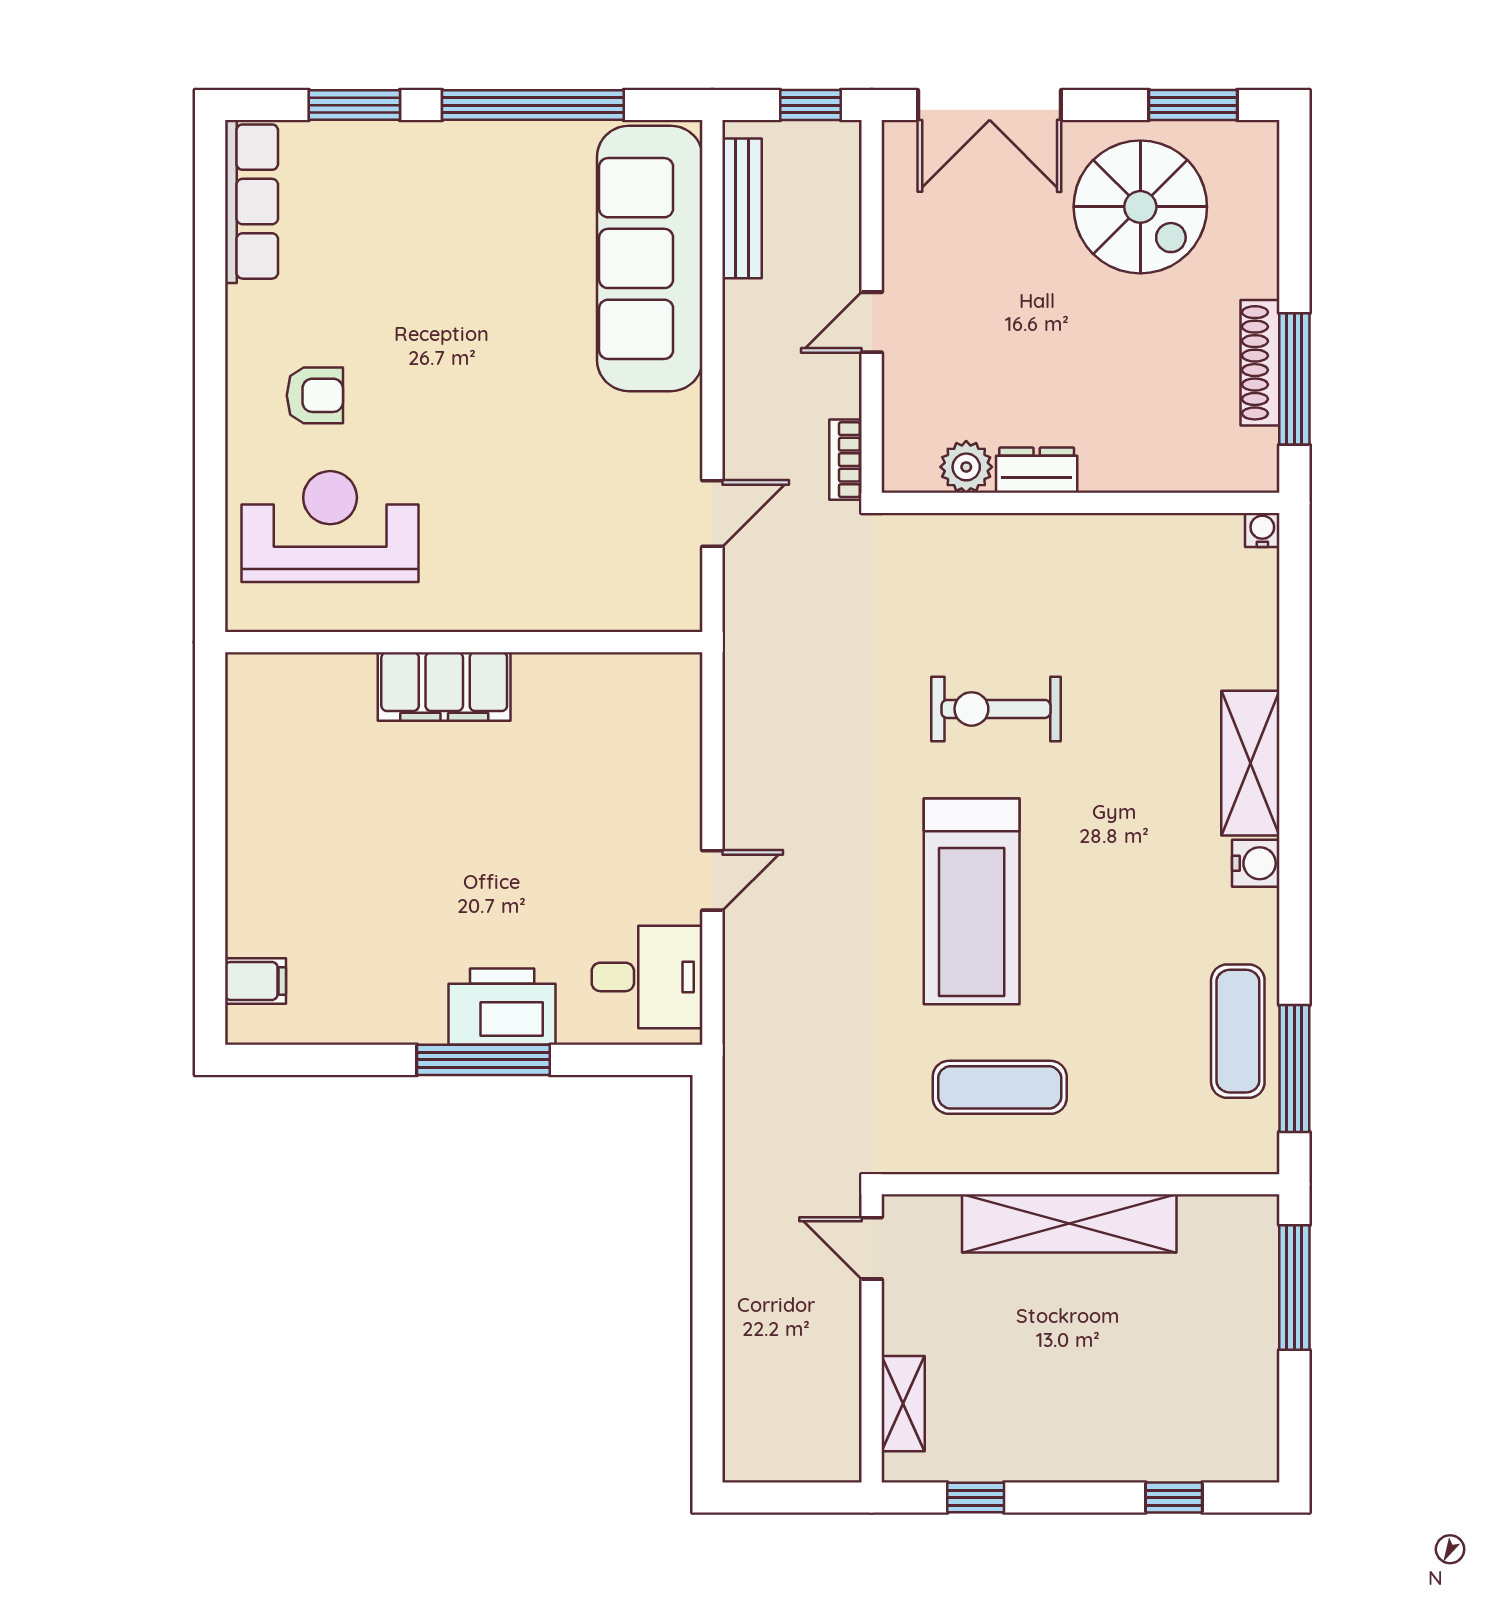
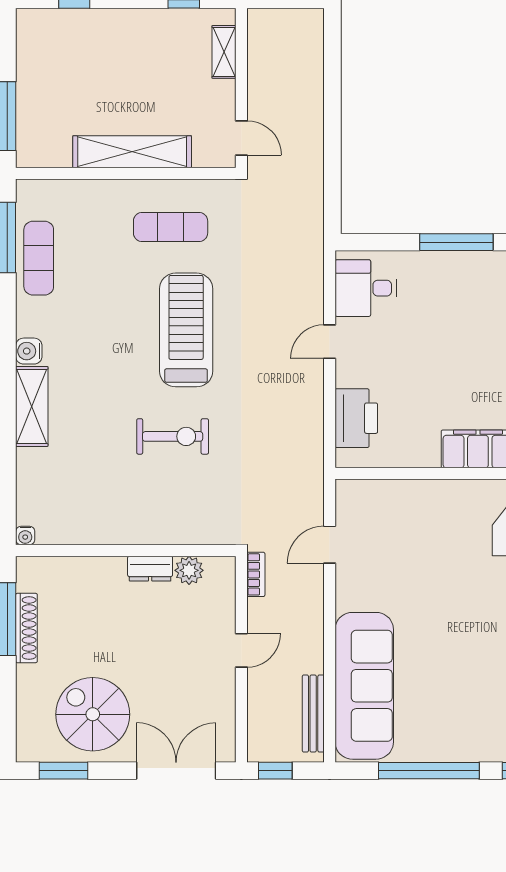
printer: (502, 1007) -> (356, 418), moved, turned -90

